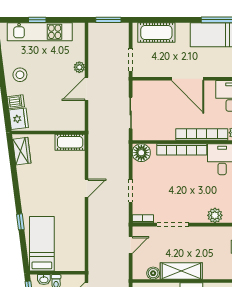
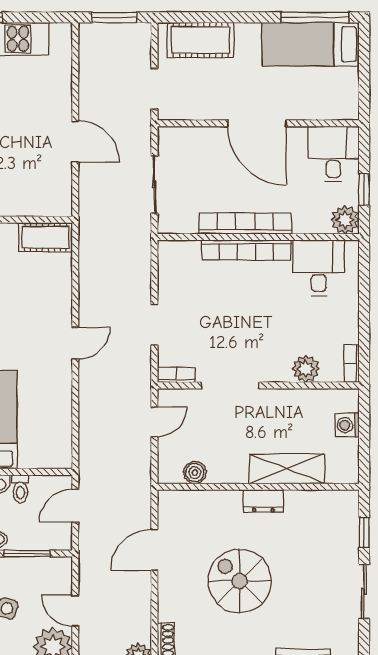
plant: (79, 67) -> (62, 103), removed
door: (87, 89) -> (75, 142), swing flipped
bookcase: (202, 135) -> (245, 223), moved
floor lamp: (141, 153) -> (174, 256), removed
door: (87, 188) -> (75, 343), moved
shelving: (181, 271) -> (287, 469), moved

